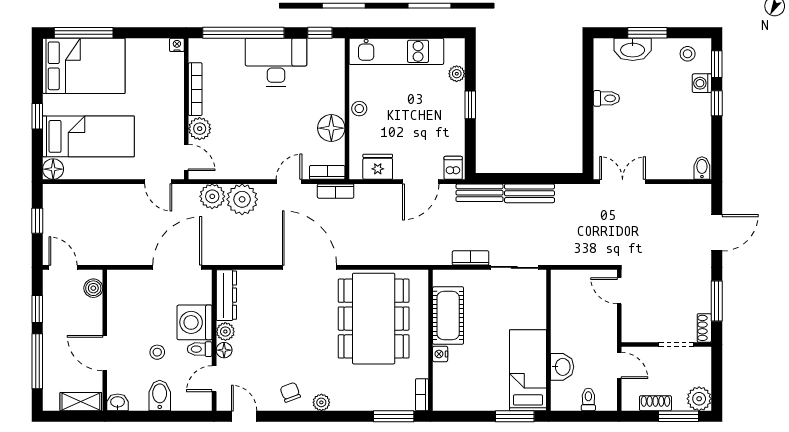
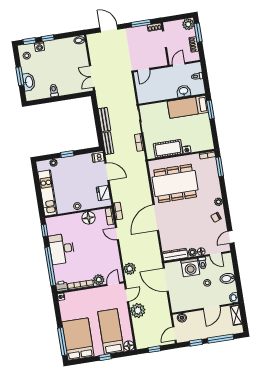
printer: (199, 49) -> (62, 286), added
plant: (242, 199) -> (138, 311), moved

